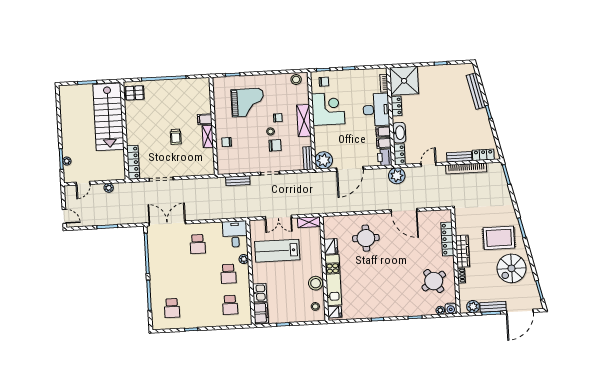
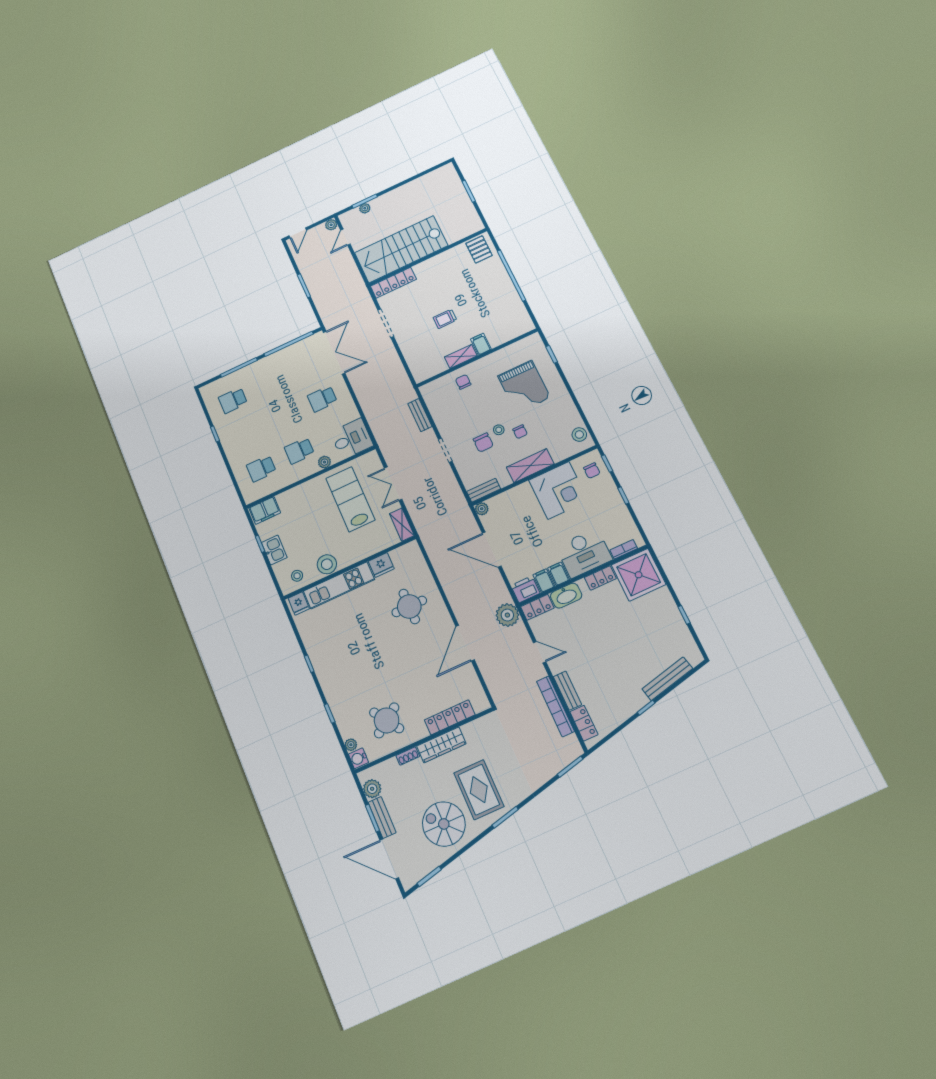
stairs: (108, 117) -> (401, 249), moved
plant: (324, 160) -> (482, 509), width x0.53, depth x0.53
door: (83, 183) -> (345, 237), hinge flipped
plant: (109, 188) -> (331, 225), moved
kitchen sink: (260, 293) -> (274, 550), moved, turned -90

